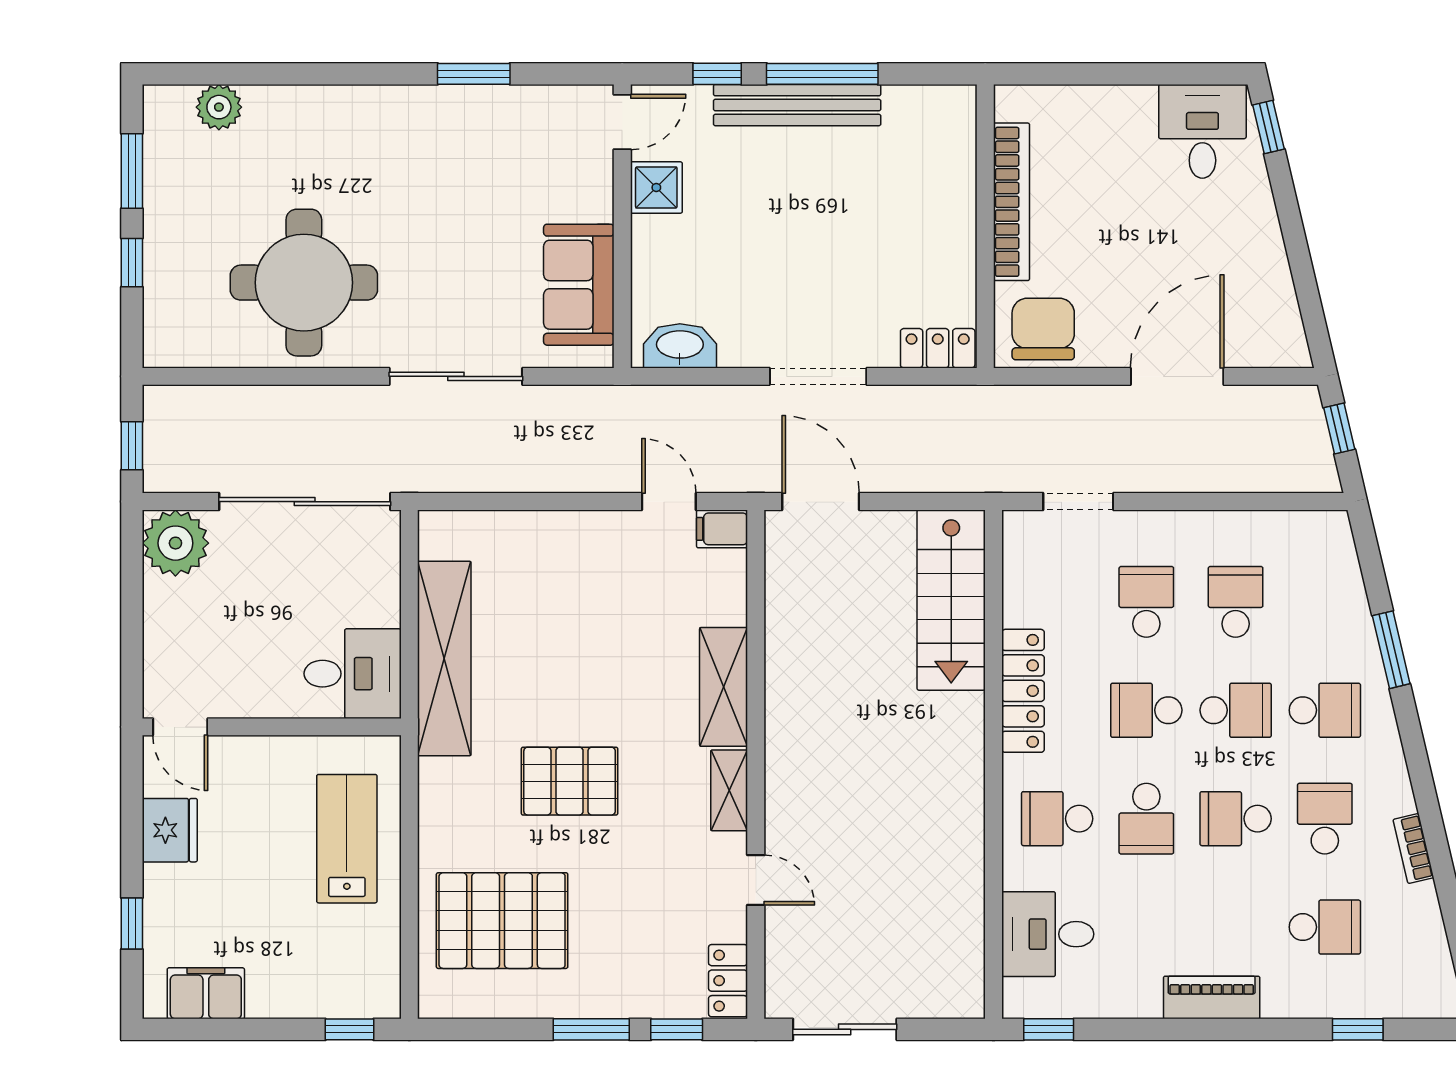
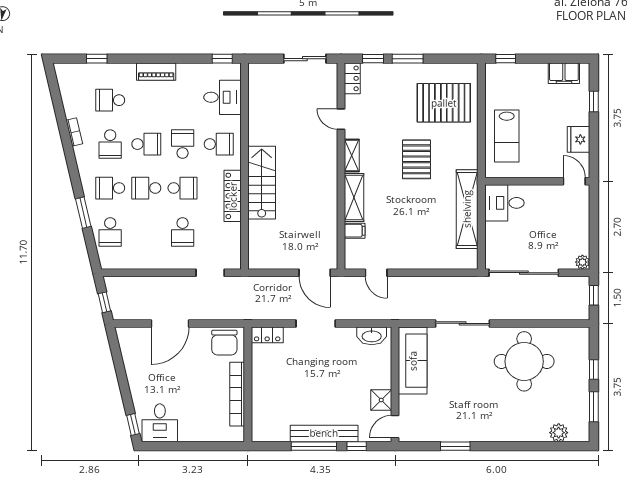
sofa: (579, 285) -> (413, 361), width x1.36
filing cabinet: (722, 529) -> (355, 231), moved
plant: (175, 543) -> (582, 262), width x0.53, depth x0.53
stairs: (951, 600) -> (262, 183), moved
school desk: (1236, 602) -> (110, 232), moved
pallet: (570, 781) -> (416, 159), turned 90

